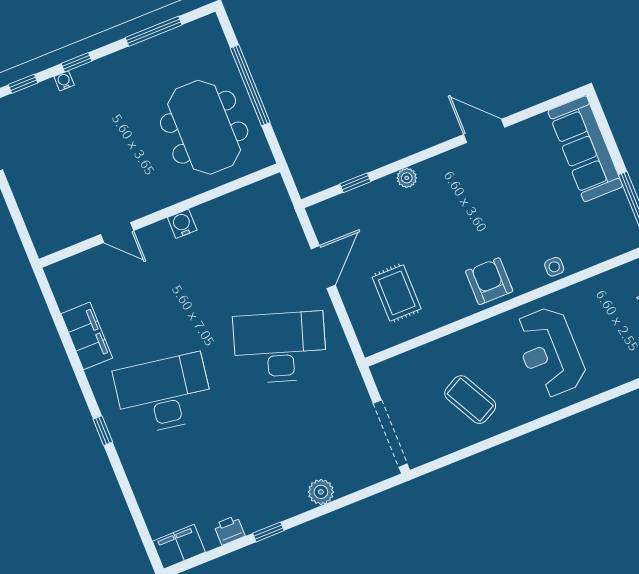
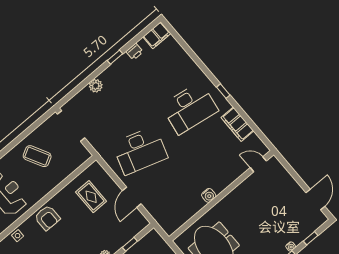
door: (117, 233) -> (258, 164), moved
window: (103, 431) -> (223, 91), moved

